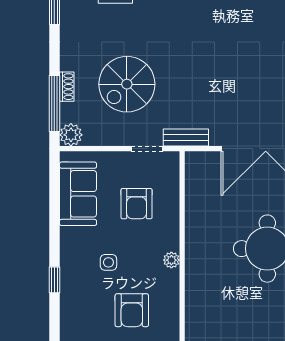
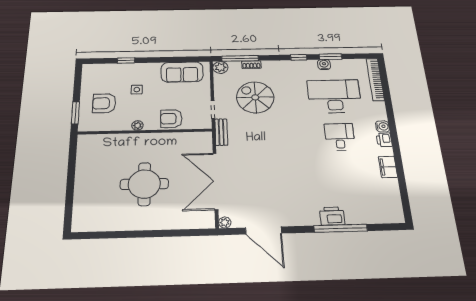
armchair: (137, 204) -> (171, 119), moved

